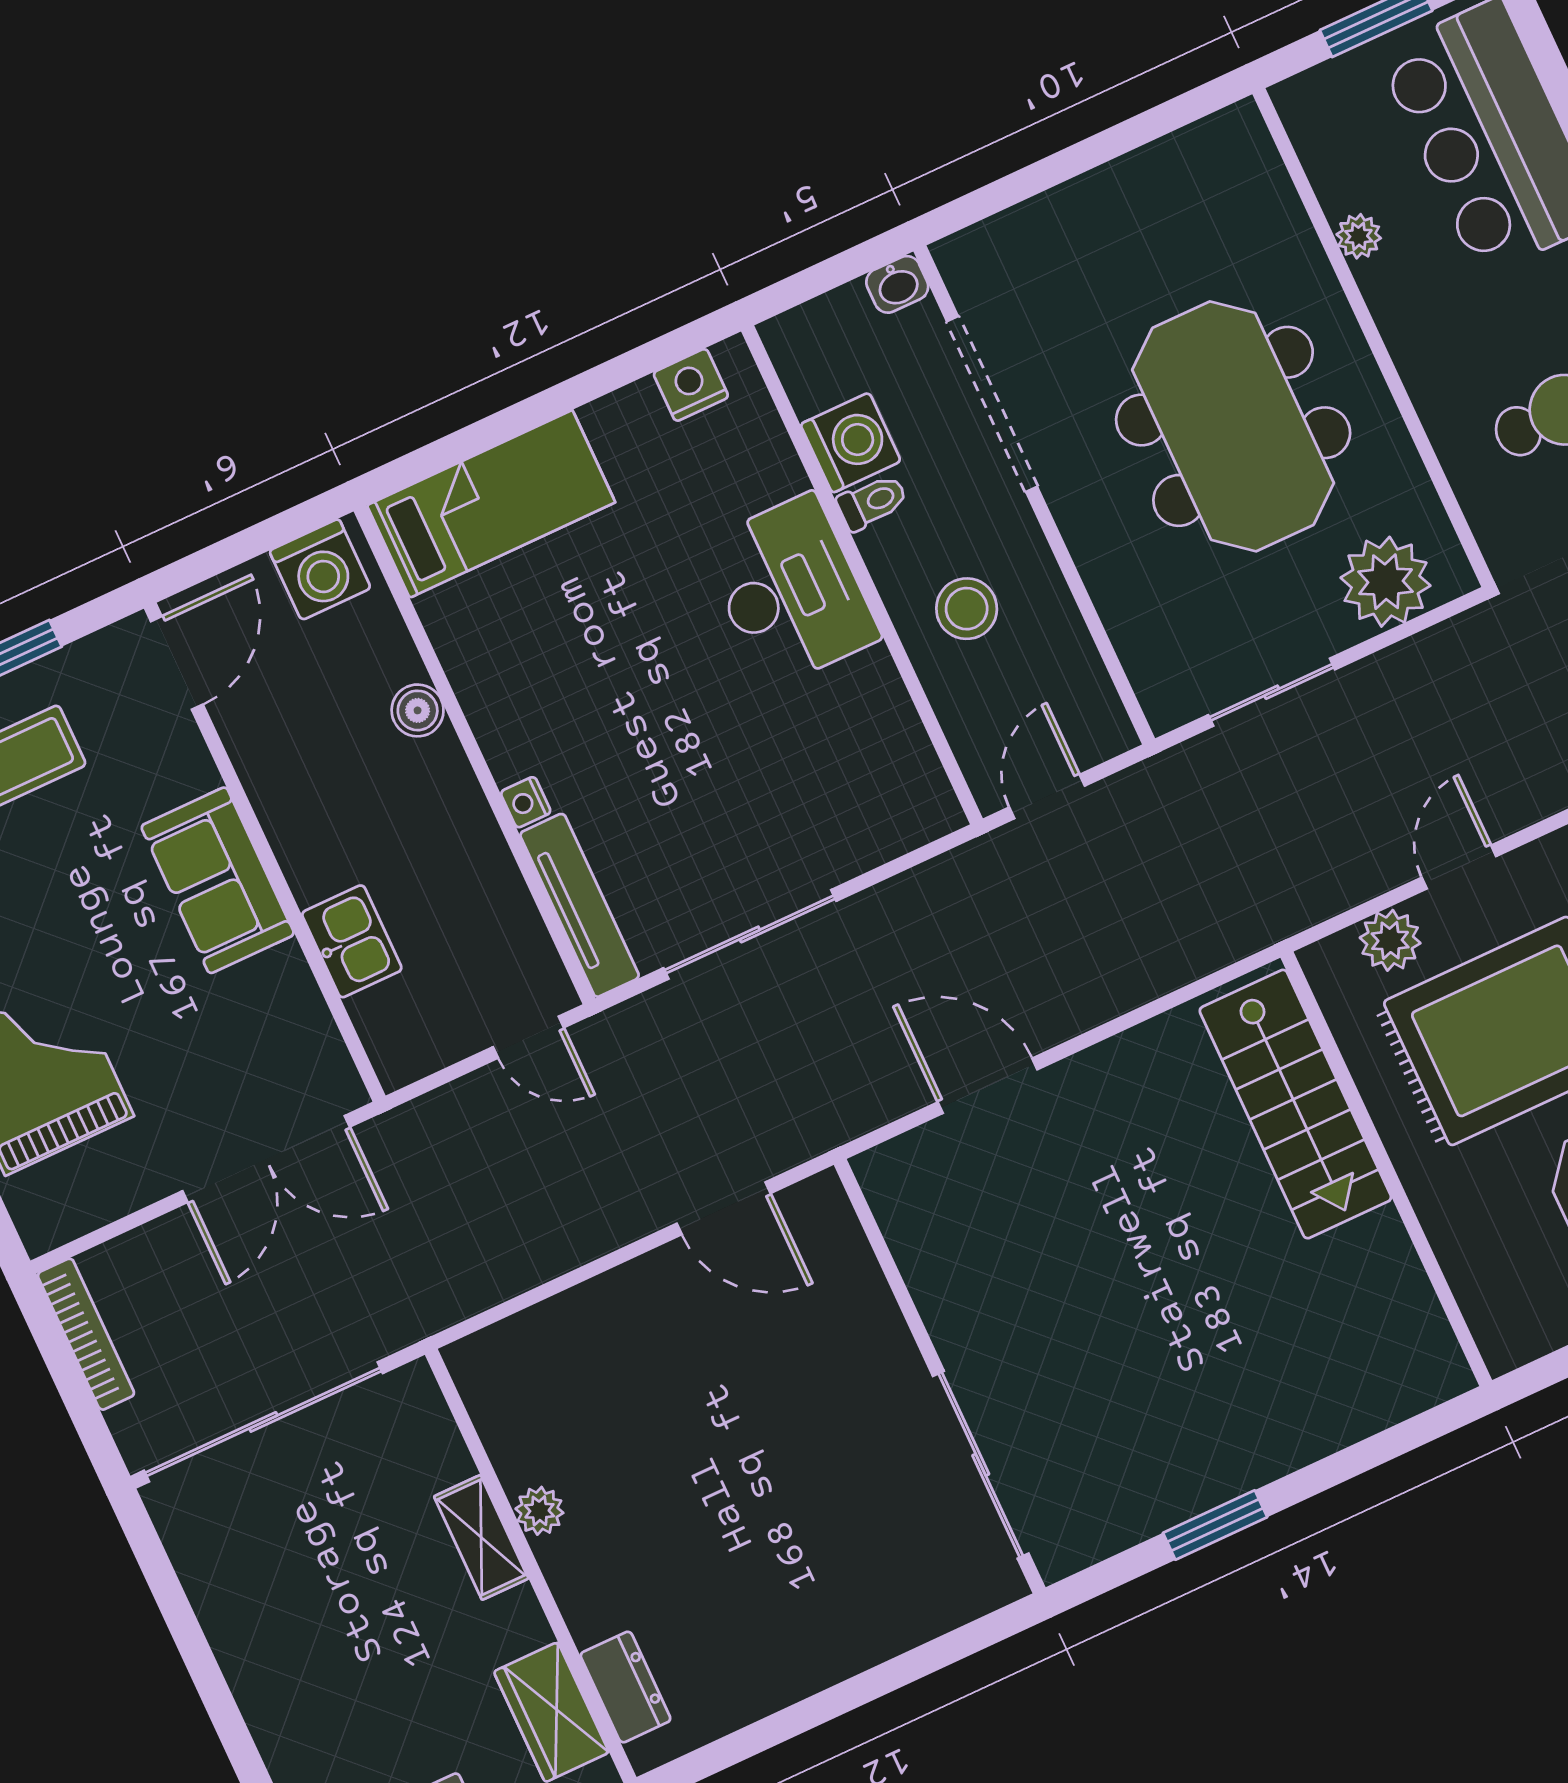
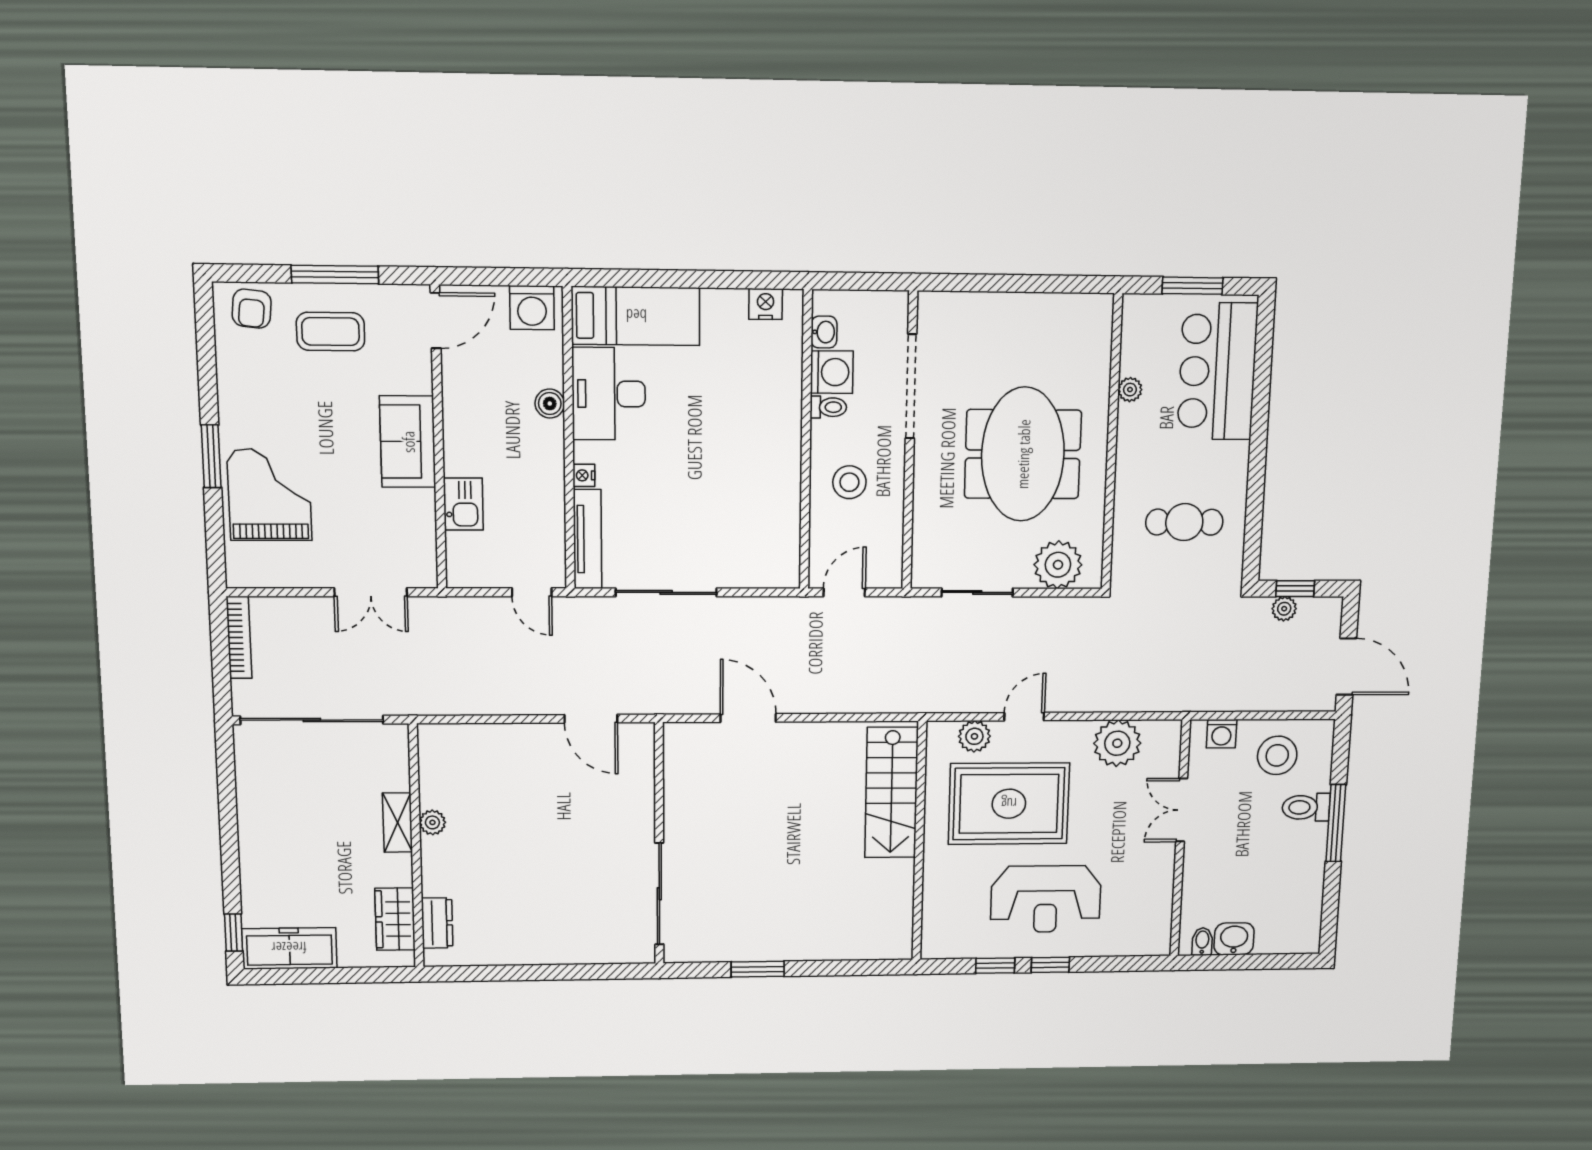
washbasin: (897, 284) -> (824, 332), moved, turned -90
desk: (790, 591) -> (609, 394), moved, turned 180
double door: (266, 1159) -> (371, 592), width x0.73

